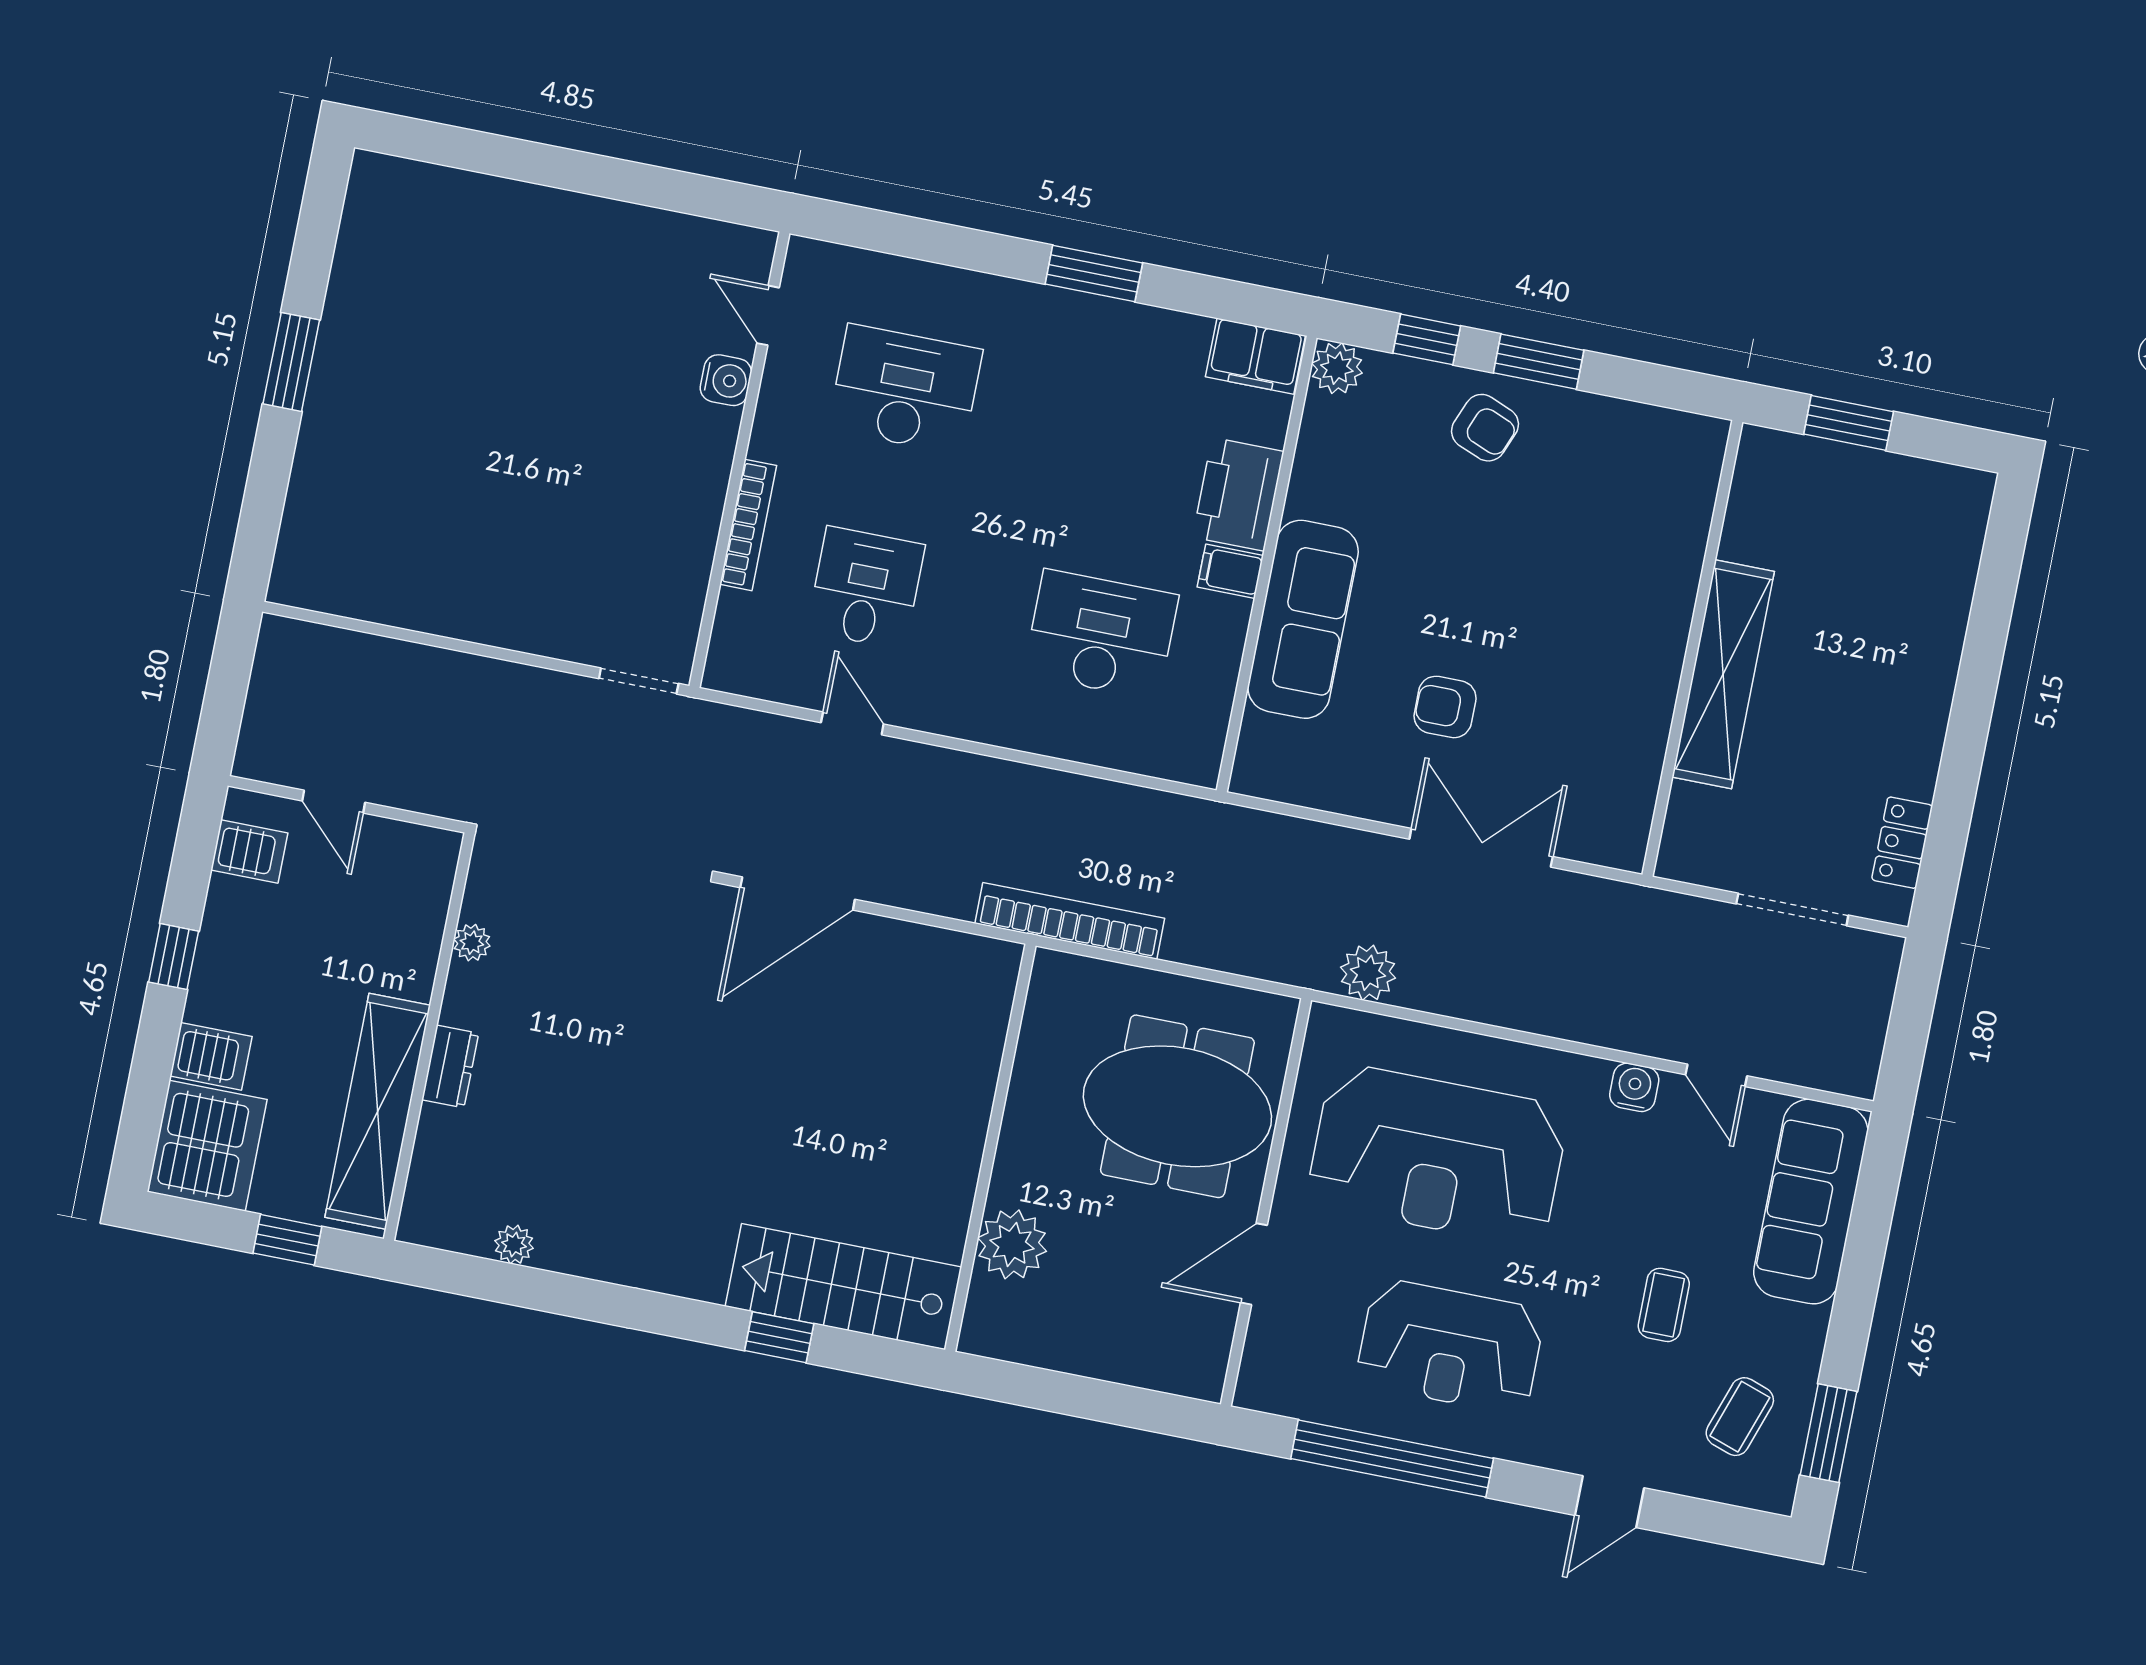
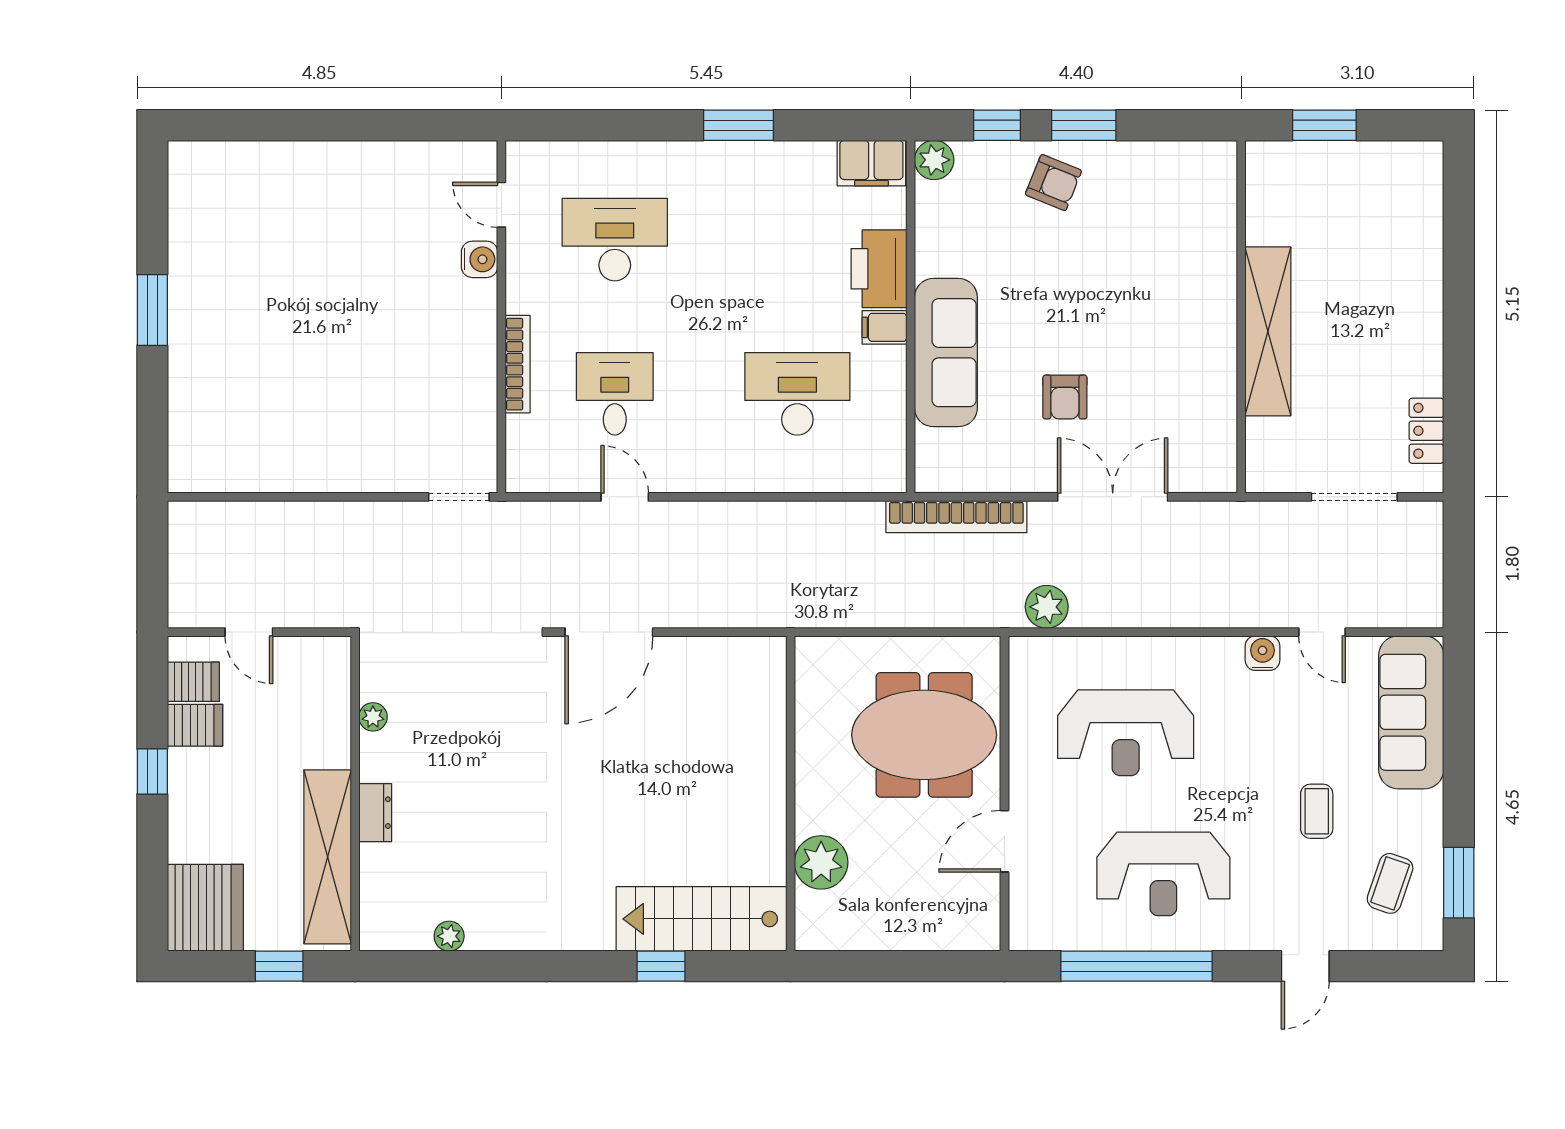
armchair: (1445, 707) -> (1065, 397), turned -90
bookcase: (1070, 921) -> (956, 517), moved, turned 180
server rack: (211, 1056) -> (195, 725), moved
reception desk: (1438, 1155) -> (1126, 733), width x0.74, depth x0.77

